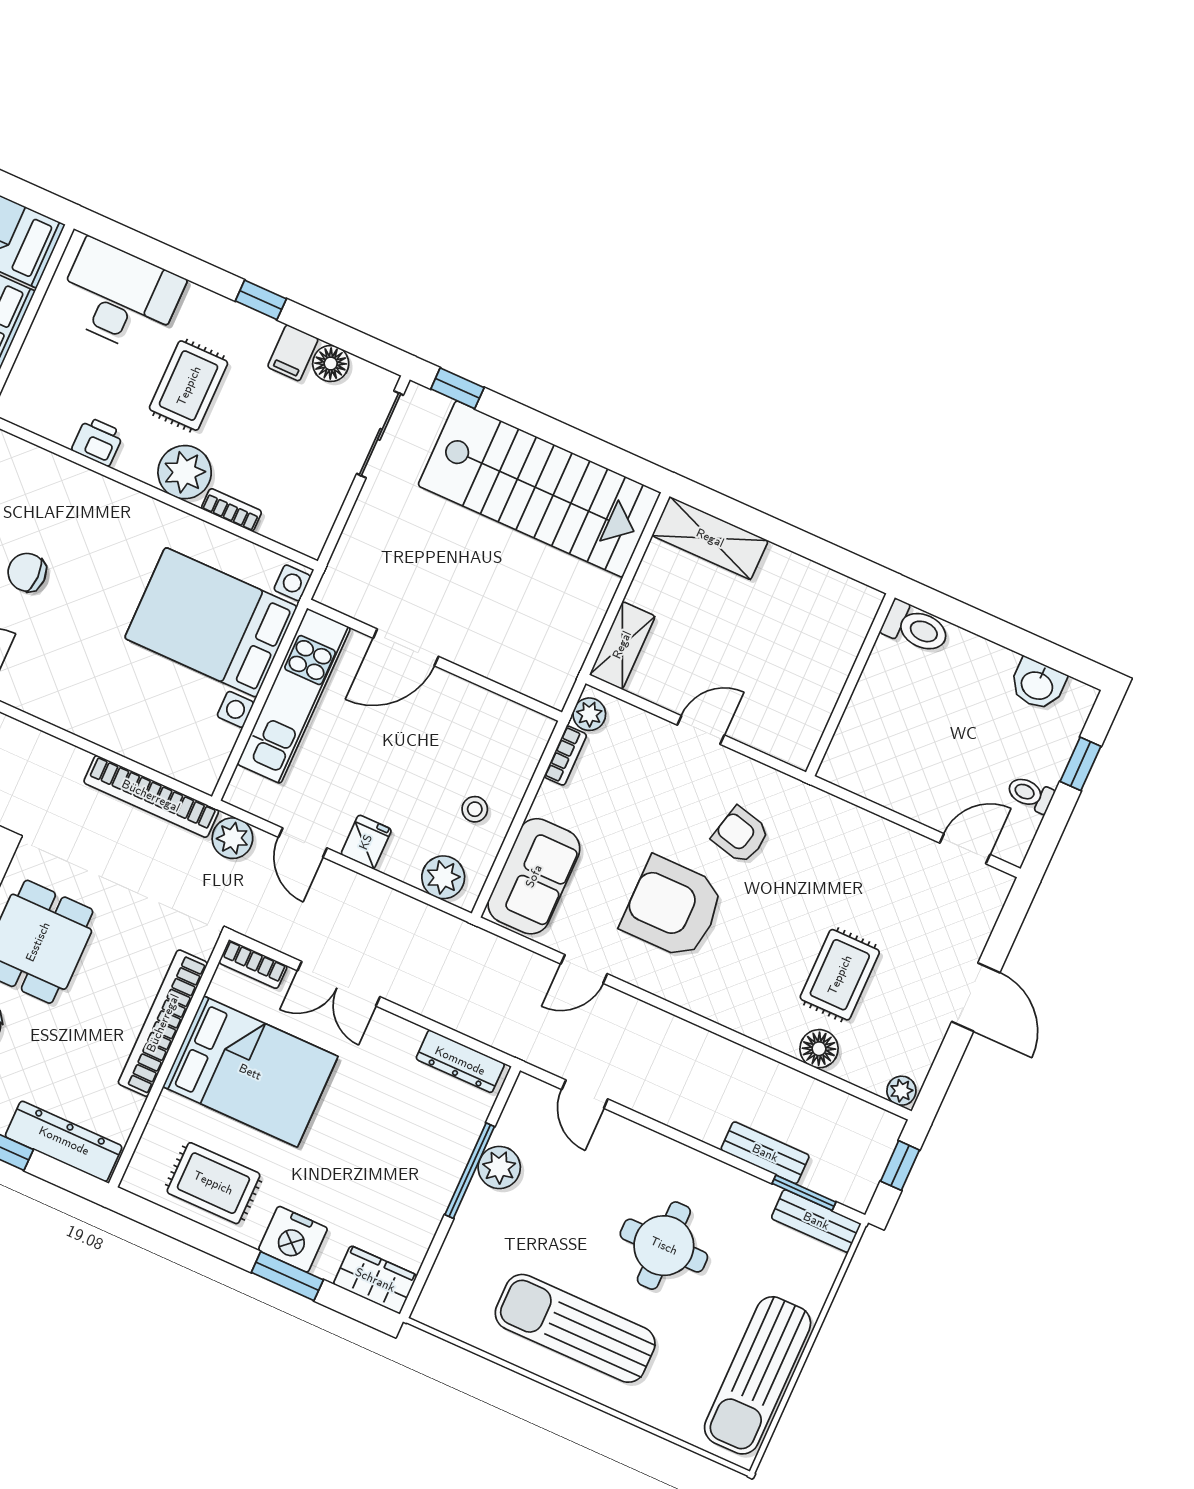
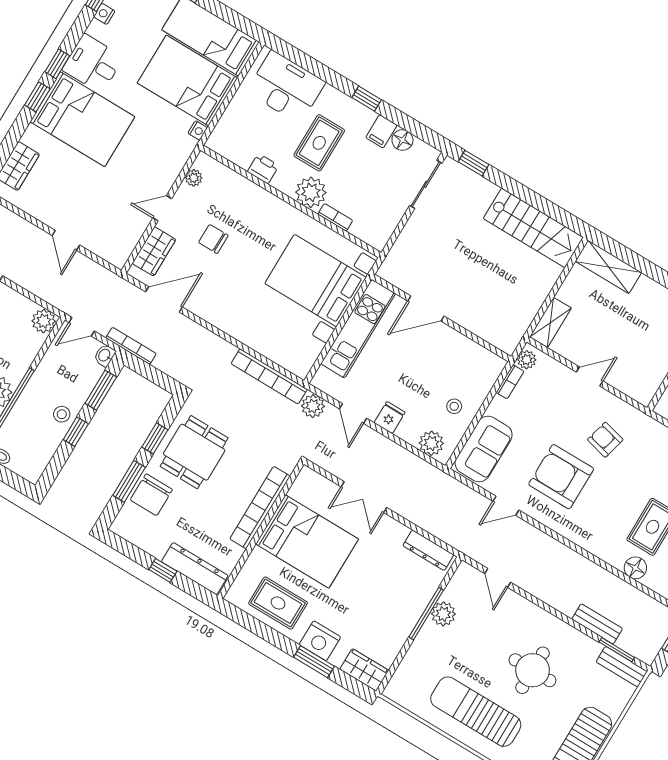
stairs: (539, 489) -> (533, 228), width x0.73, depth x0.66
bookcase: (253, 964) -> (316, 480), removed

